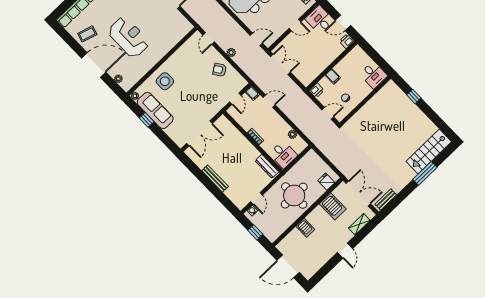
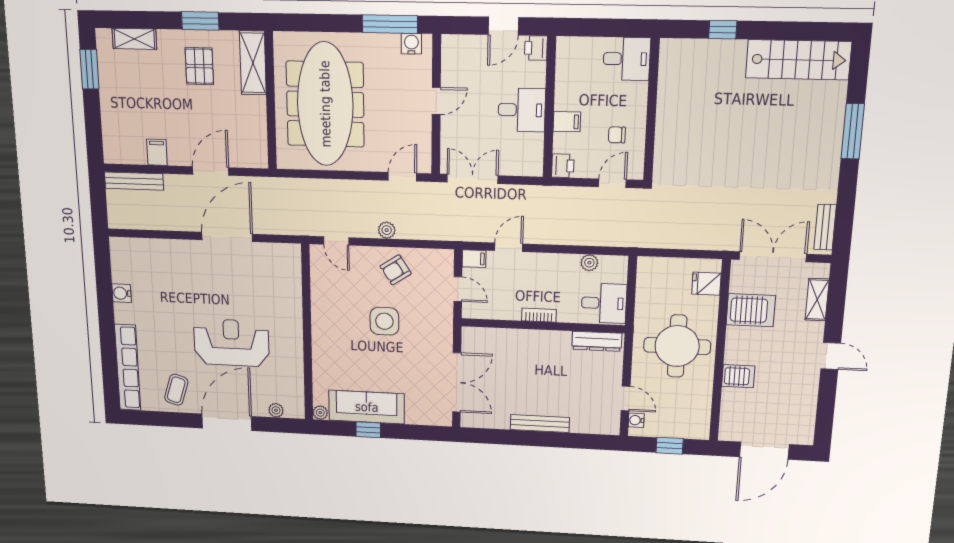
desk: (320, 20) -> (522, 110), moved, turned 180
side table: (165, 81) -> (384, 321), moved
stairs: (429, 152) -> (798, 60), moved, turned -90

